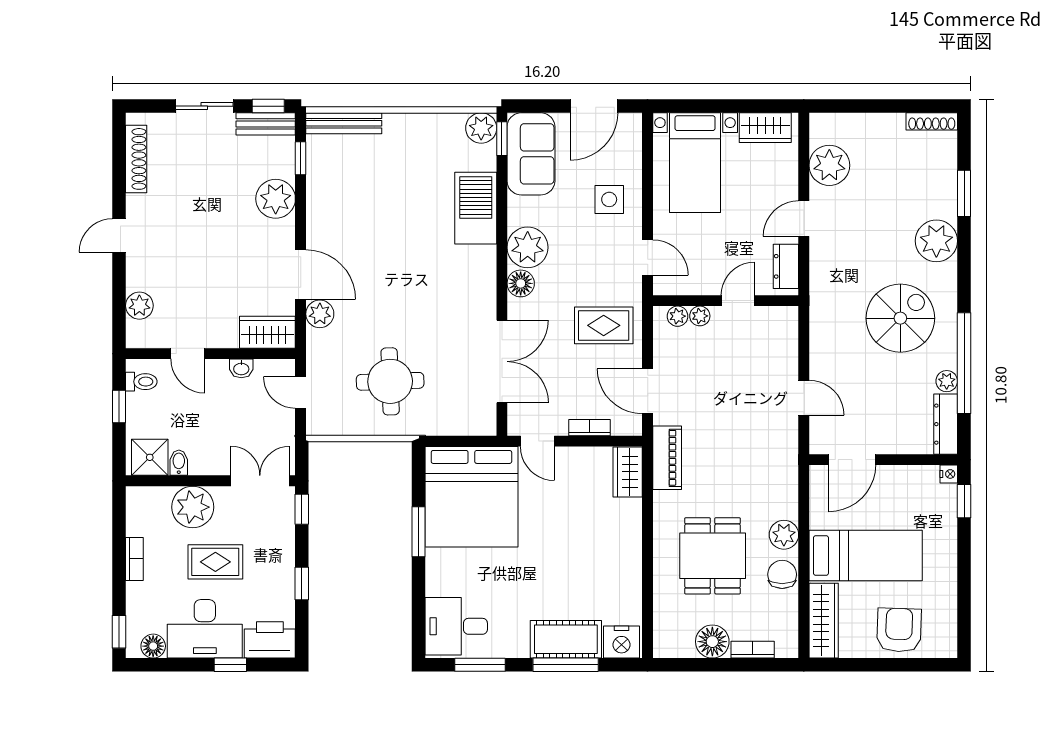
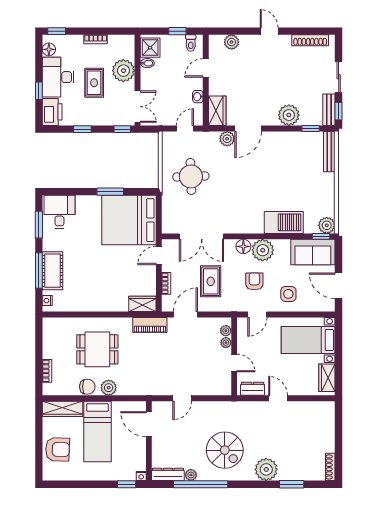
plant: (829, 165) -> (307, 412), removed
armchair: (586, 263) -> (254, 281), added
rug: (604, 325) -> (211, 281), moved
nightstand: (621, 642) -> (47, 301), width x0.53, depth x0.56
floor lamp: (712, 642) -> (51, 349), removed

